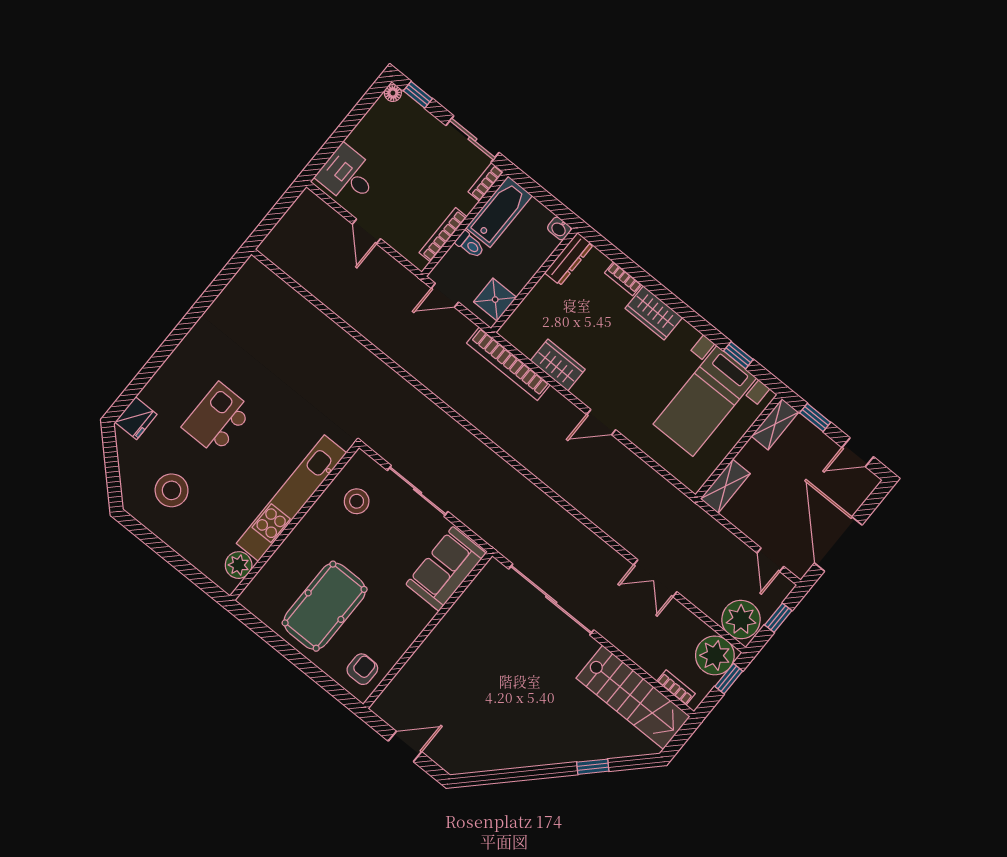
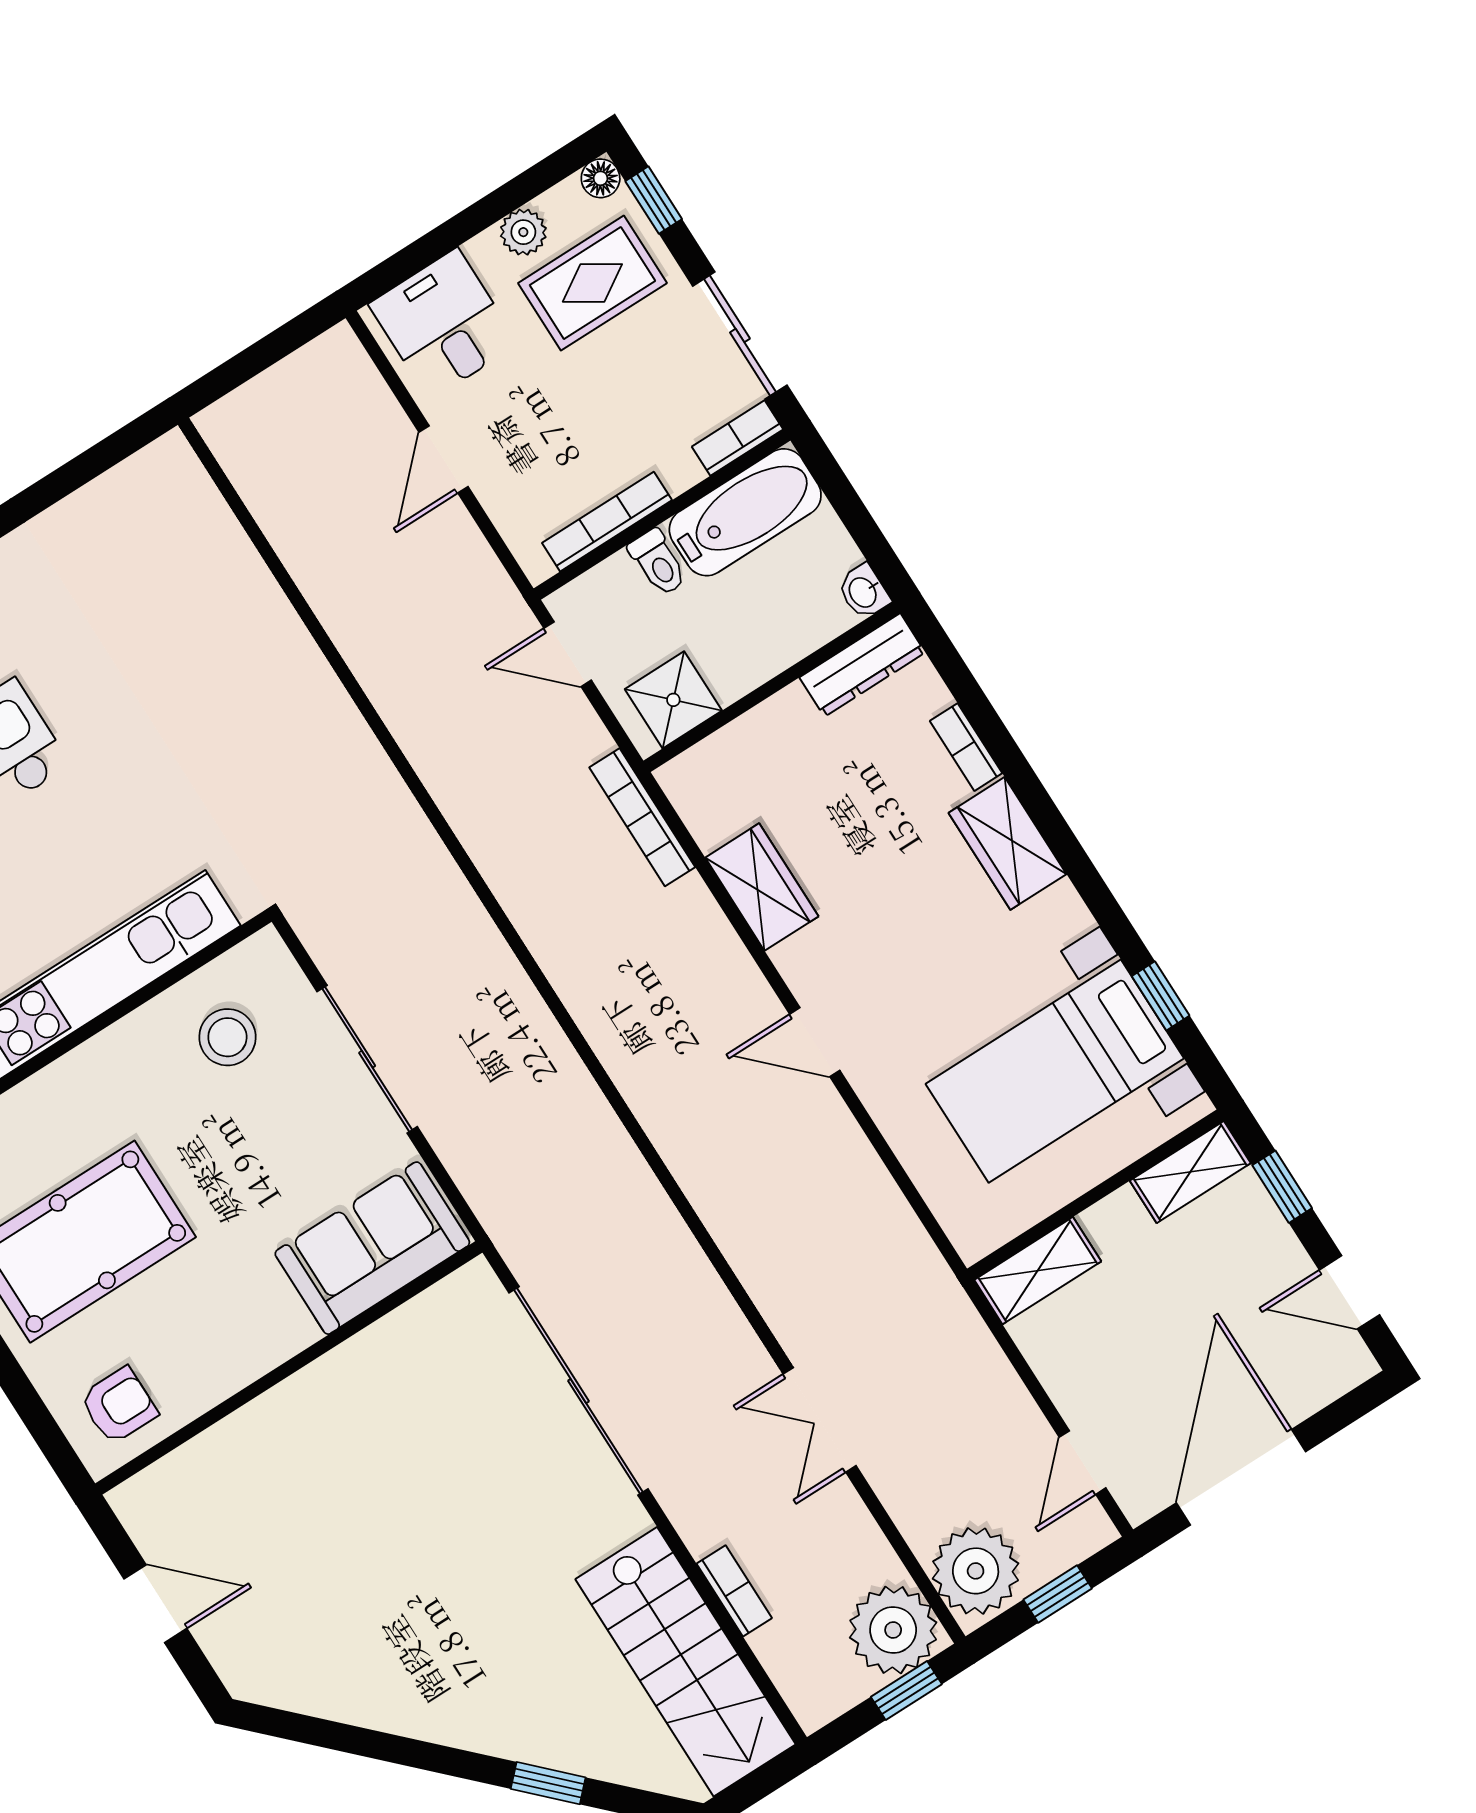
plant: (368, 126) -> (523, 232), added
rug: (404, 138) -> (592, 283), added
bookcase: (508, 364) -> (642, 817), width x0.68, depth x0.76
bookcase: (676, 687) -> (734, 1591), moved

